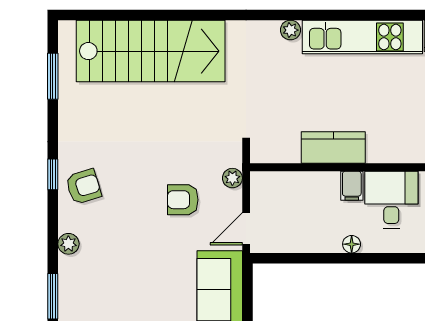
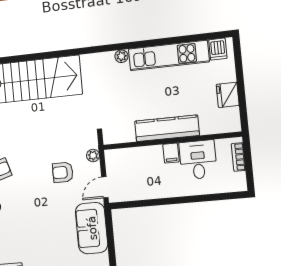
kitchen counter: (333, 148) -> (167, 128), width x1.50
floor lamp: (352, 244) -> (174, 191), removed

